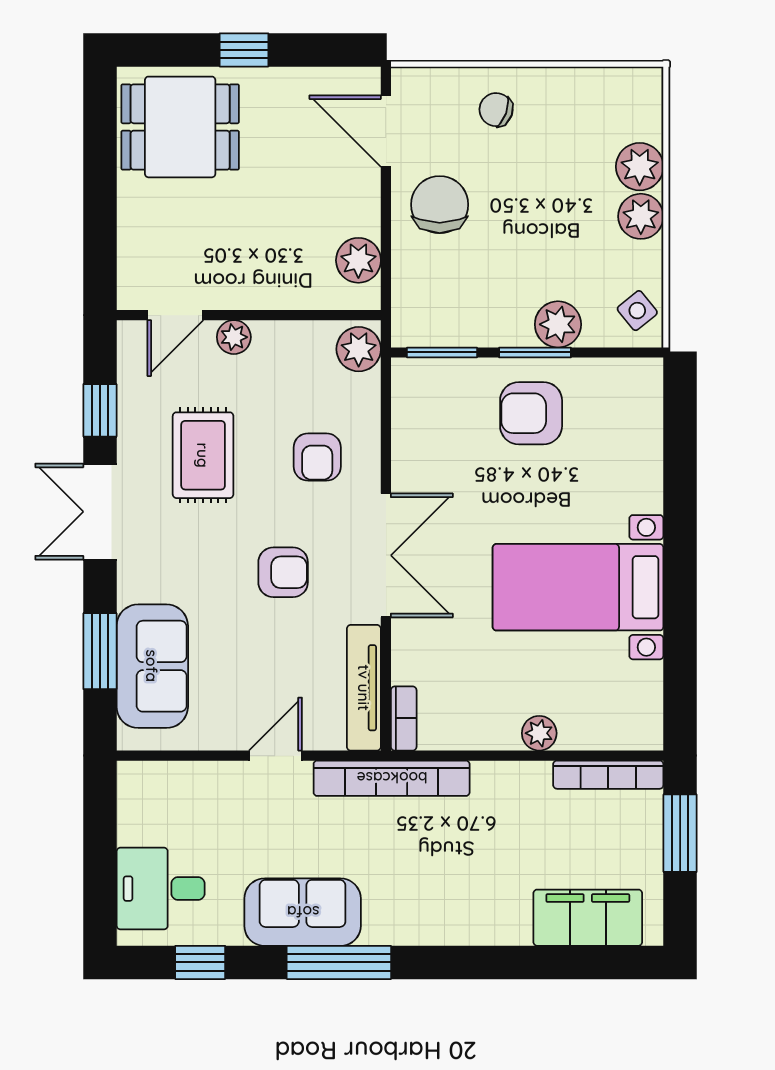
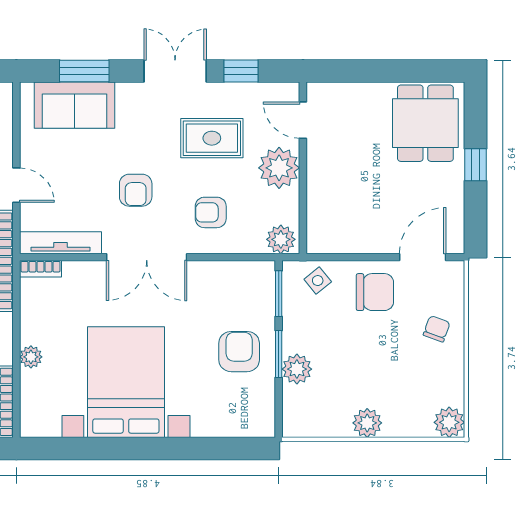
plant: (640, 167) -> (449, 422), moved
plant: (358, 260) -> (339, 239), removed
side table: (637, 311) -> (318, 281), moved
plant: (234, 337) -> (279, 168), width x1.87, depth x1.87
bed with nightstands: (578, 587) -> (126, 382), width x1.36

